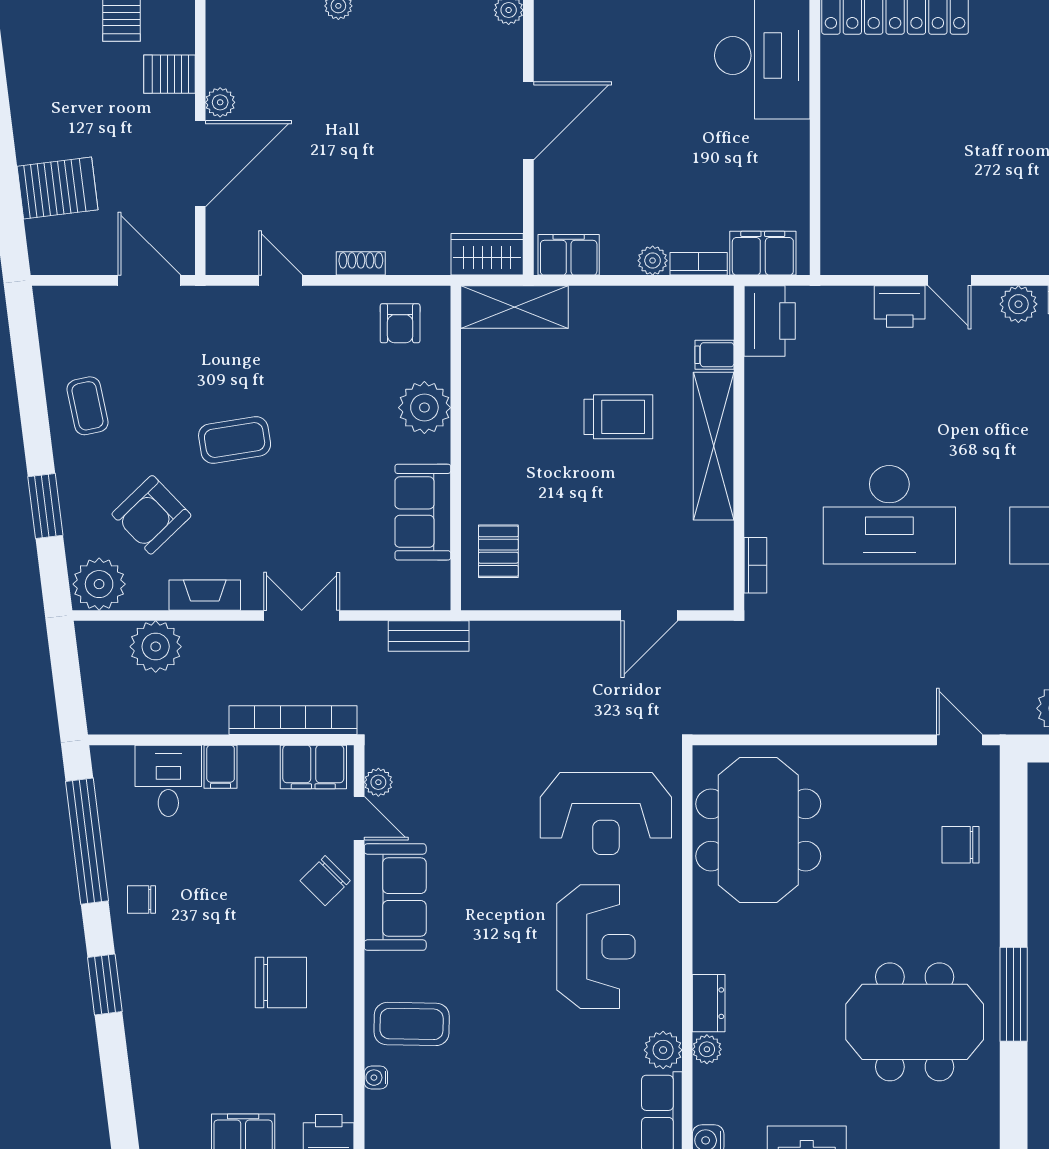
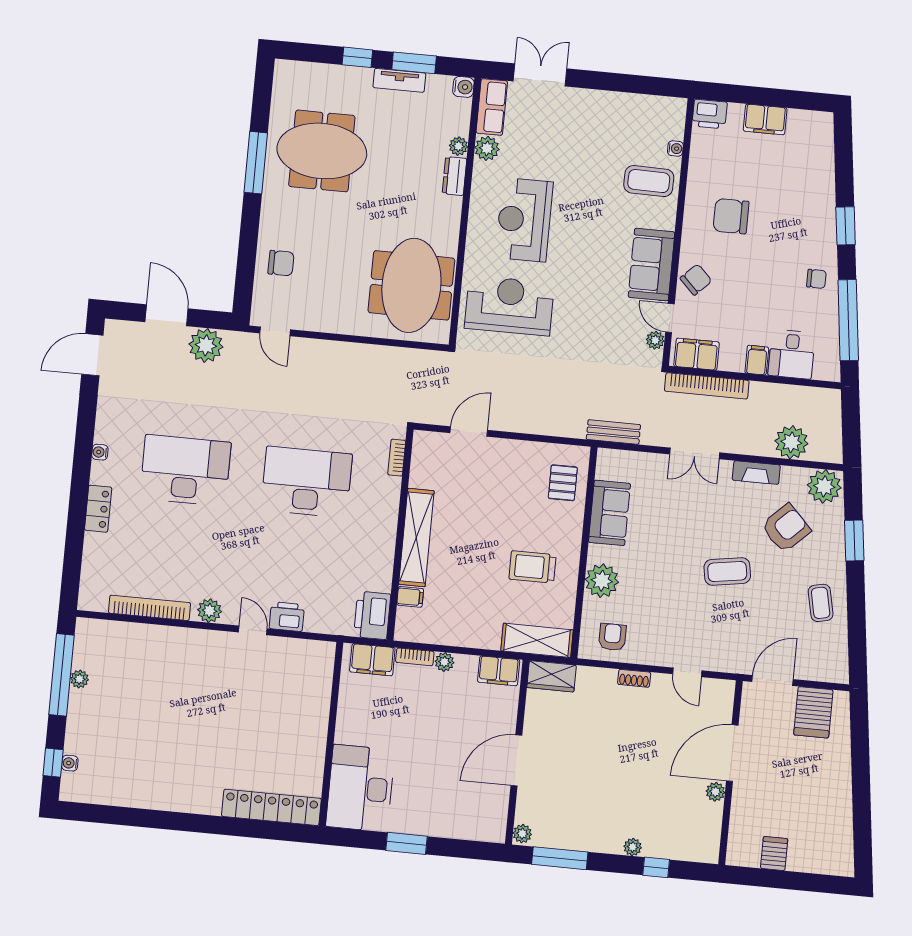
server rack: (169, 74) -> (747, 813), removed
server rack: (57, 188) -> (813, 712), moved, turned -83
door: (149, 280) -> (773, 680), swing flipped
trolley: (618, 417) -> (532, 567), moved

